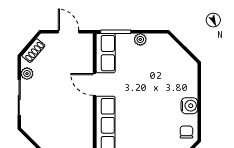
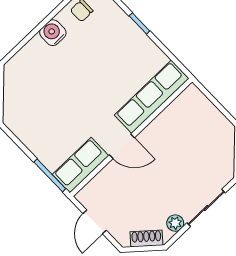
plant: (140, 39) -> (34, 144), removed
door: (94, 84) -> (122, 146), hinge flipped

